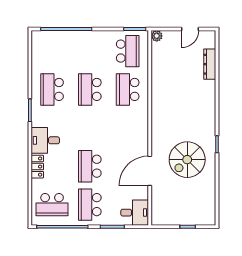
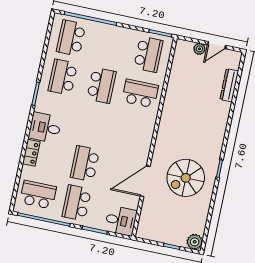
plant: (157, 36) -> (199, 49), moved
school desk: (52, 51) -> (71, 38), added
school desk: (90, 89) -> (101, 85), turned 180
school desk: (128, 89) -> (140, 93), turned 90
school desk: (52, 205) -> (38, 195), turned 180
plant: (208, 218) -> (195, 242), added

